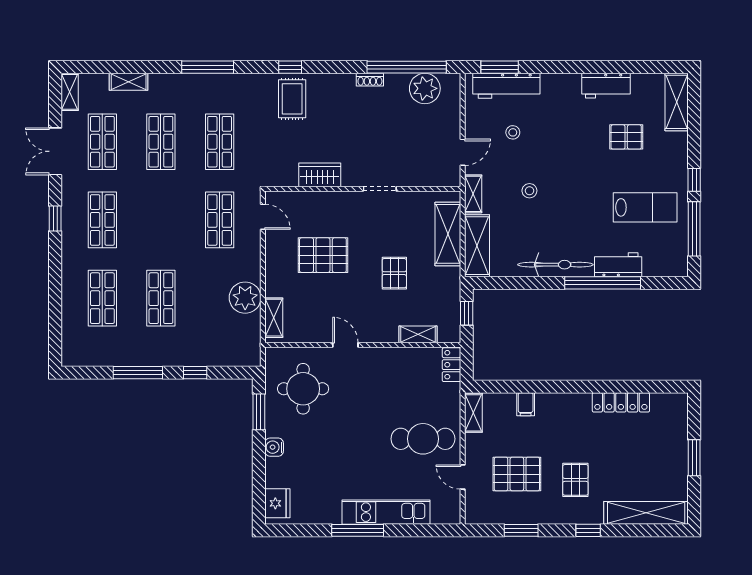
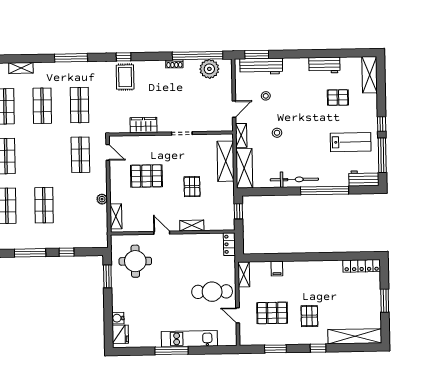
workbench: (618, 265) -> (364, 178), moved
plant: (245, 298) -> (102, 199), width x0.53, depth x0.53
shelving: (418, 334) -> (192, 226), moved
locker: (621, 402) -> (362, 266), moved
water cooler: (274, 447) -> (118, 318), moved

